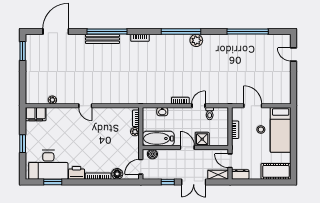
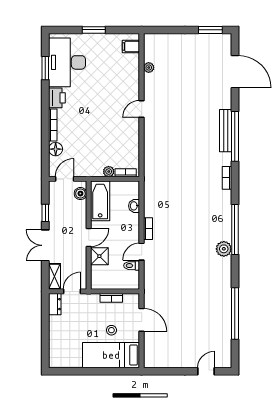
door: (199, 106) -> (142, 252), swing flipped
door: (253, 106) -> (142, 320), hinge flipped
filing cabinet: (36, 114) -> (131, 47), width x0.50
door: (141, 167) -> (65, 179), hinge flipped
cot: (276, 171) -> (59, 349), removed

